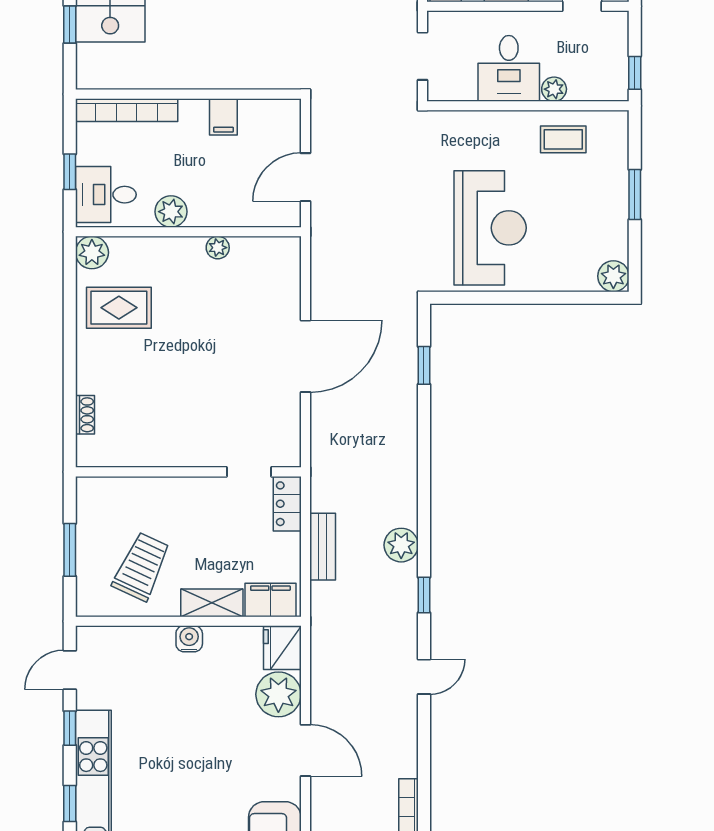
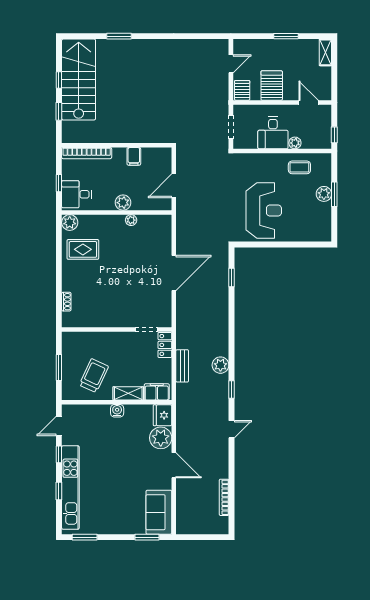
plant: (171, 212) -> (123, 203), moved
plant: (613, 276) -> (324, 194), moved

